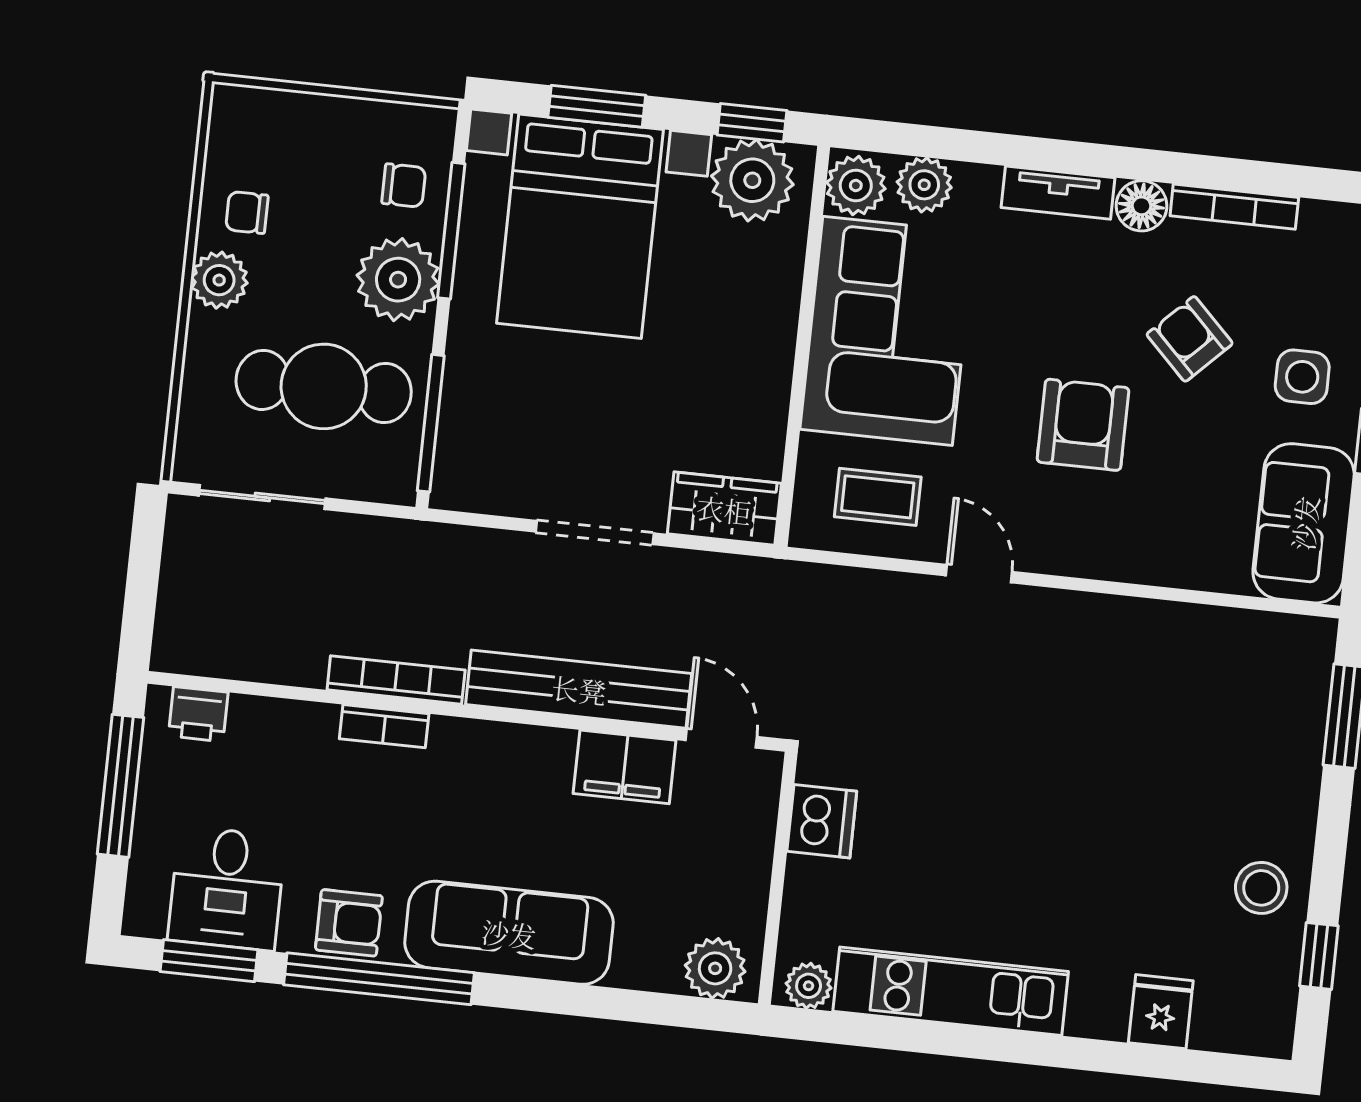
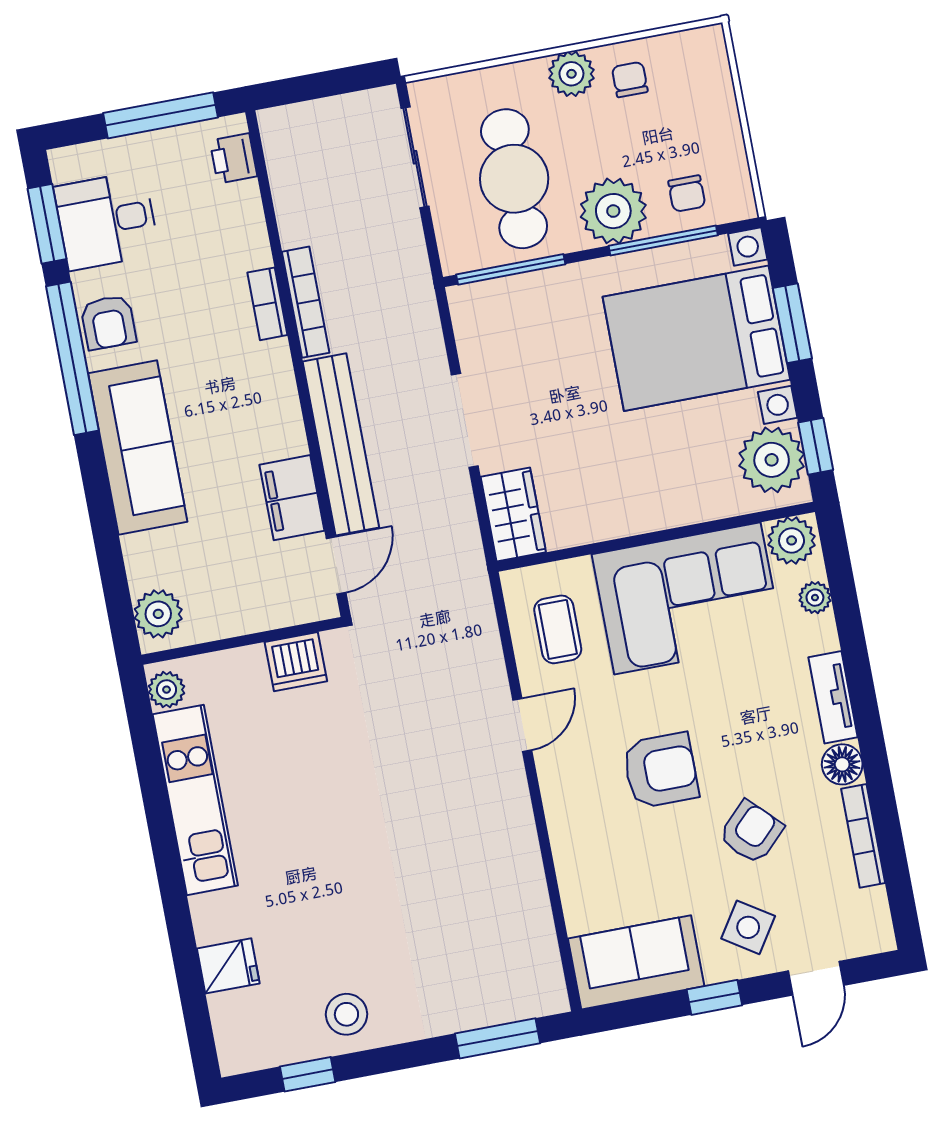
plant: (924, 185) -> (815, 598), width x0.73, depth x0.73
side table: (1302, 377) -> (748, 927), turned 33

